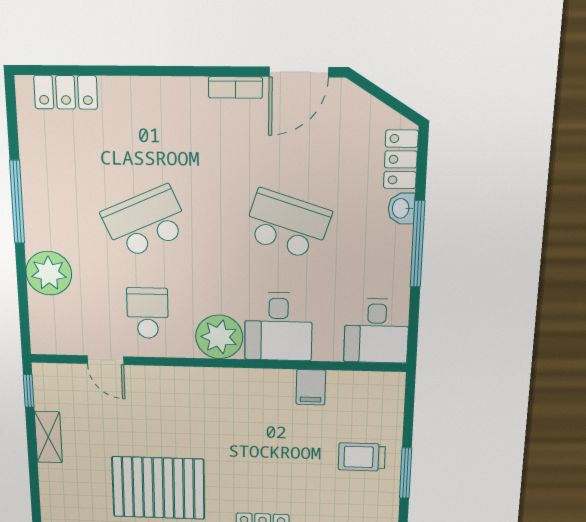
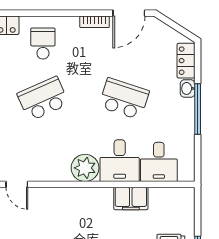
school desk: (148, 313) -> (43, 44), moved
desk: (376, 331) -> (159, 162), moved
filing cabinet: (311, 387) -> (131, 198), width x2.00

